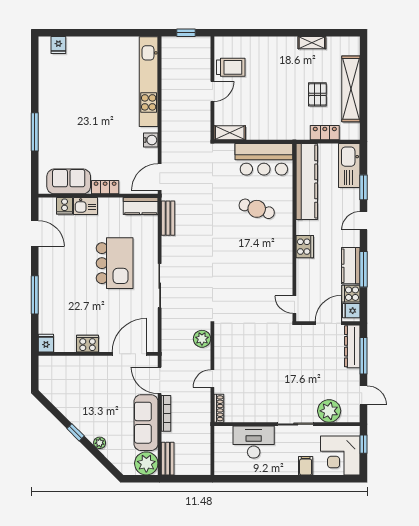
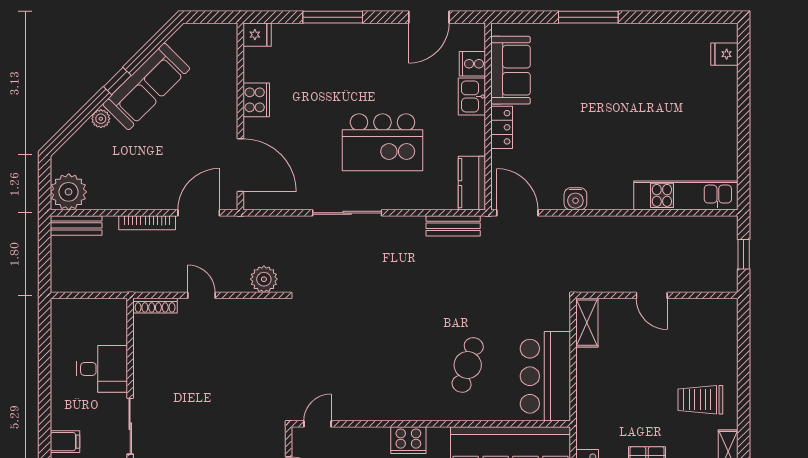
trolley: (231, 67) -> (700, 400), moved, turned 90
kitchen unit: (149, 82) -> (686, 195), width x0.73
sofa: (146, 423) -> (146, 86), moved, turned 135
desk: (254, 442) -> (102, 369), width x0.73

